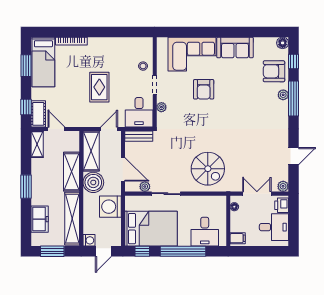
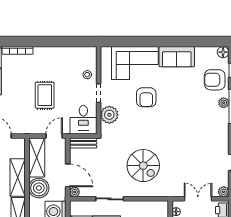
plant: (161, 107) -> (109, 115), width x1.88, depth x1.88
spiral stairs: (208, 169) -> (143, 166), moved
plant: (145, 187) -> (75, 192), moved

